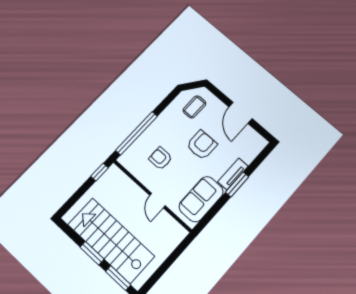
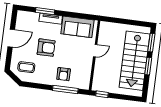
window: (136, 133) -> (65, 89), width x0.68
armchair: (202, 145) -> (46, 48), turned 180
armchair: (161, 158) -> (64, 74), moved
window: (237, 184) -> (45, 11), moved

